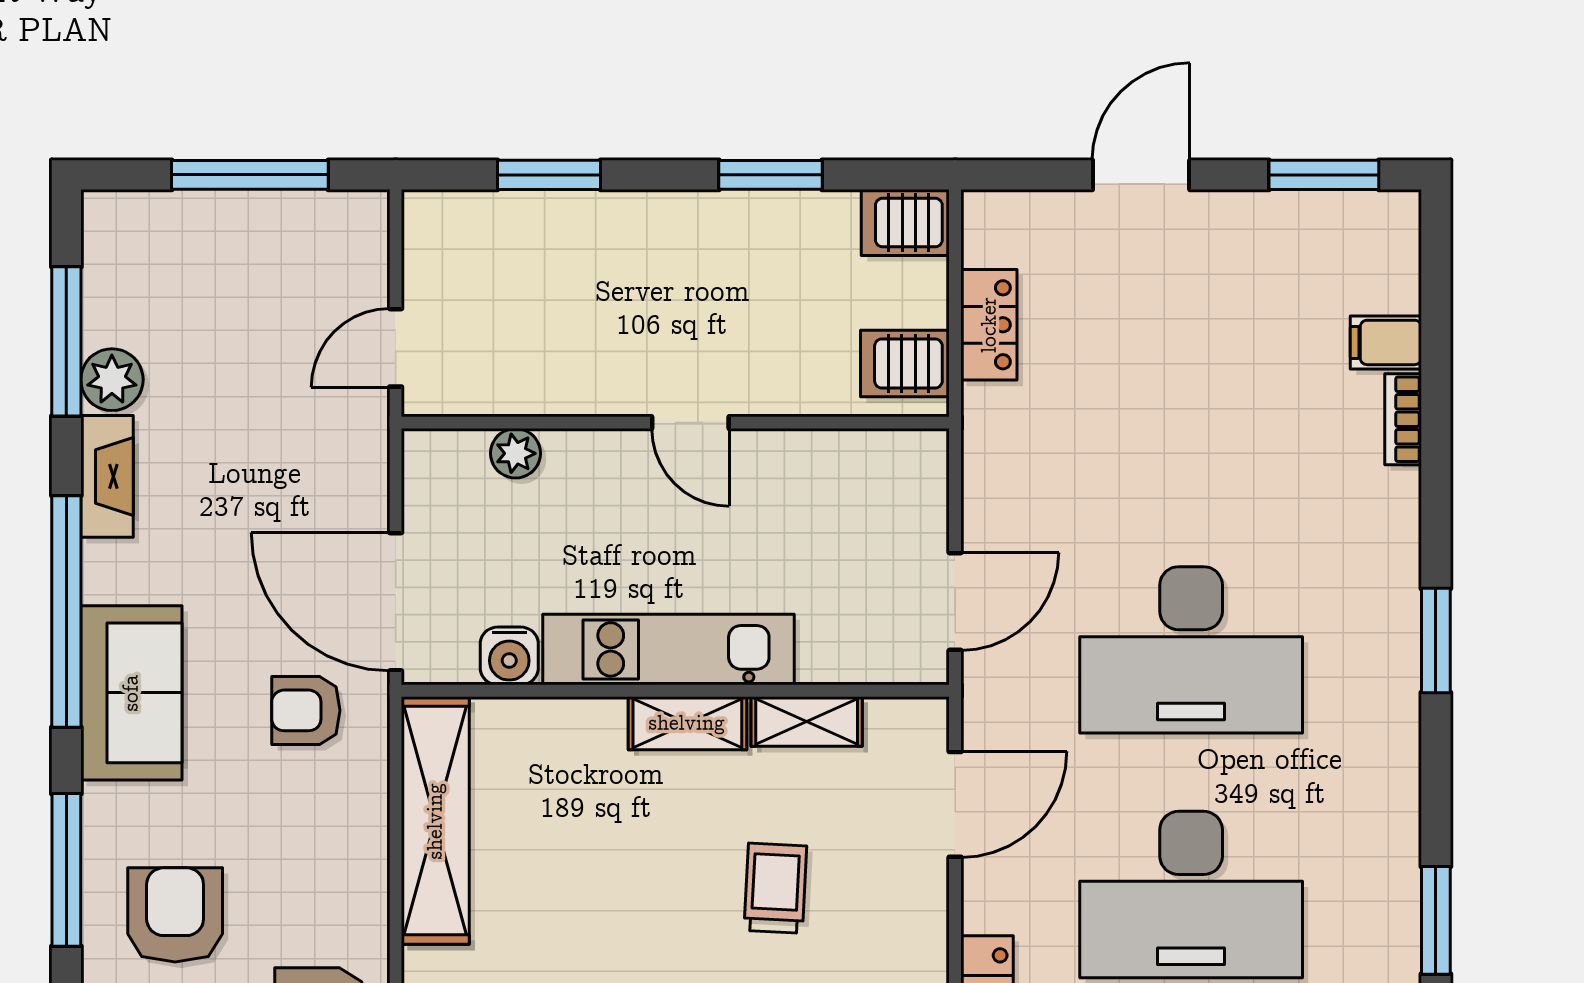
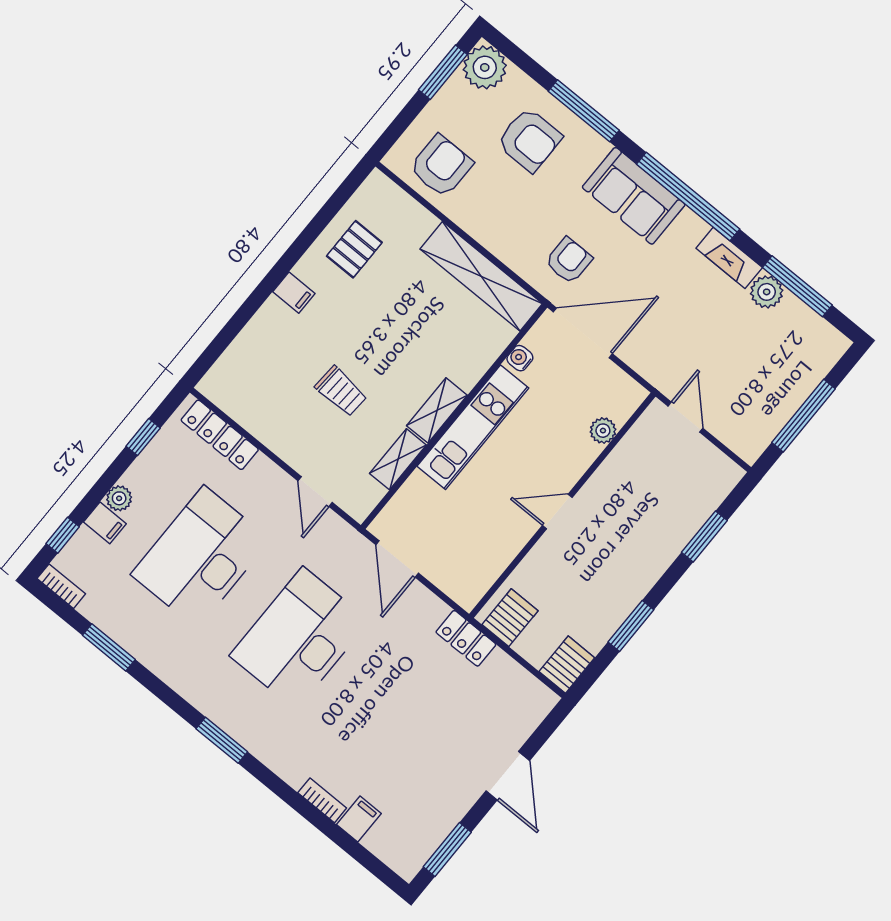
locker: (989, 325) -> (466, 638), moved
water cooler: (509, 656) -> (520, 358), width x0.72, depth x0.72
door: (955, 804) -> (315, 492), width x0.73

